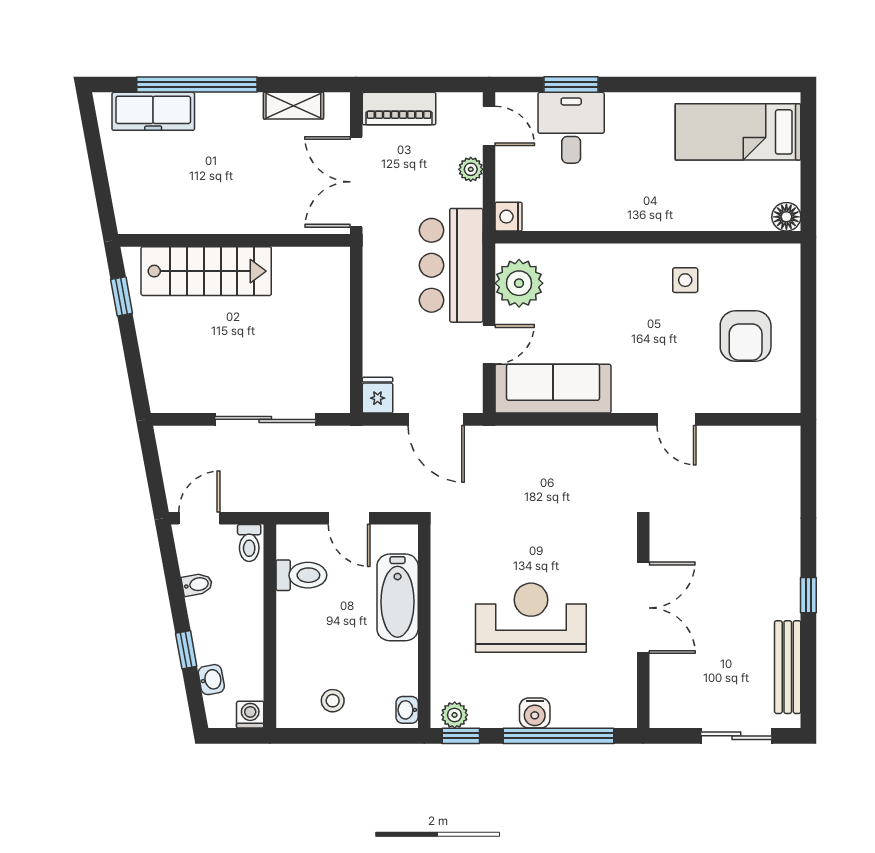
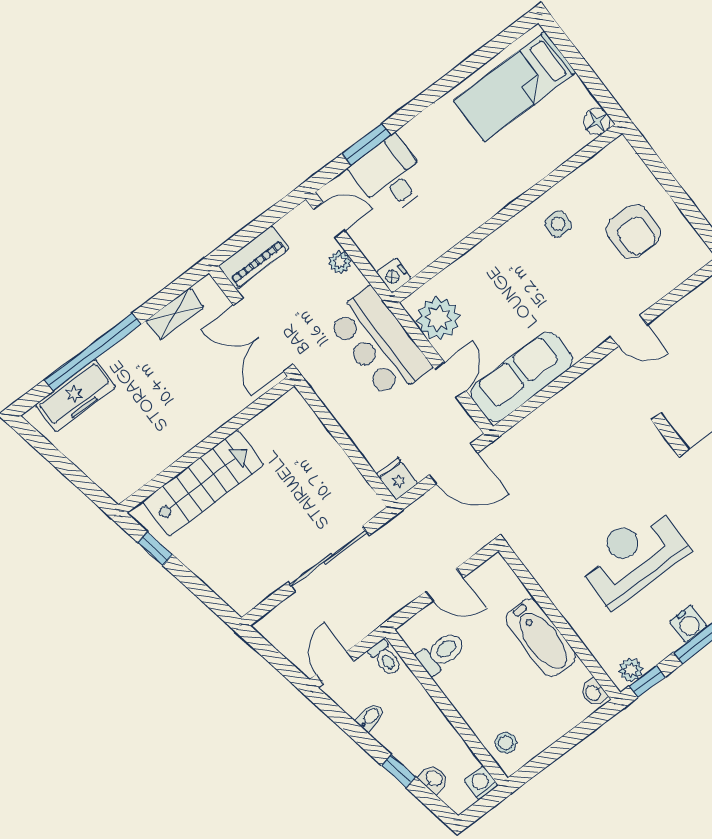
bathtub: (398, 597) -> (541, 638), moved
stool: (333, 701) -> (506, 743), moved

